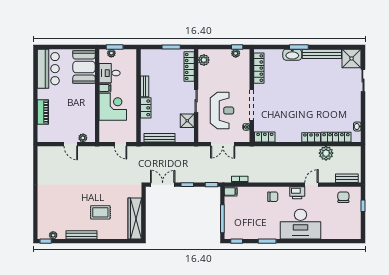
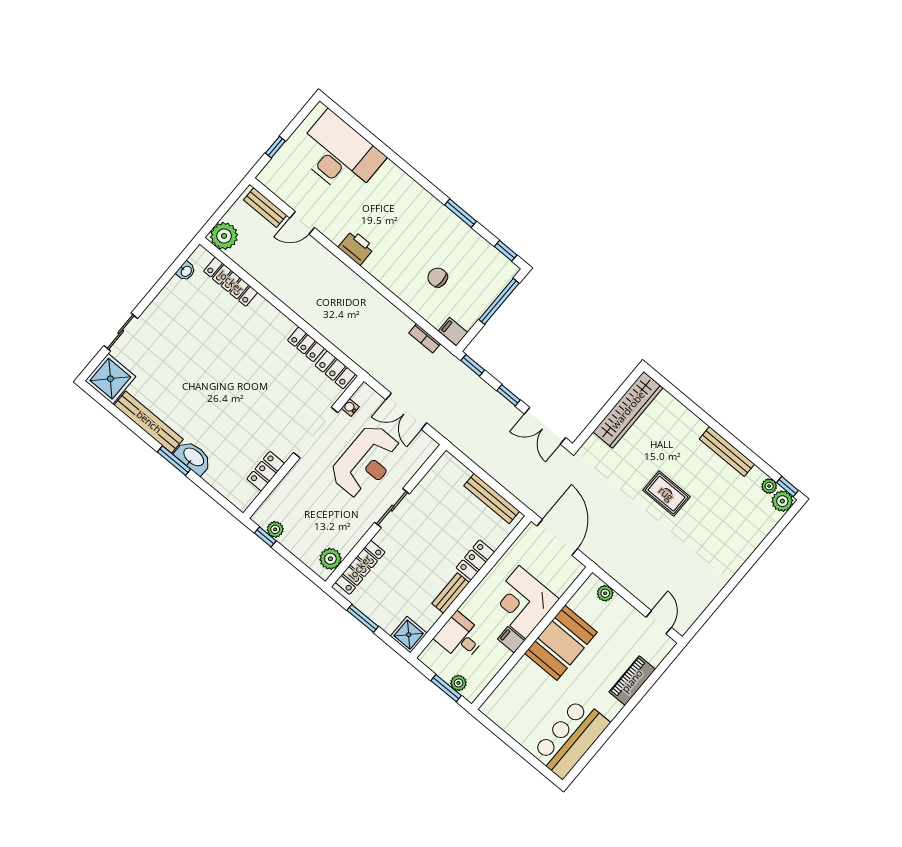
booth: (84, 67) -> (561, 643), moved
locker: (259, 68) -> (266, 471), width x0.66
desk: (110, 73) -> (460, 637), moved, turned 180
reception desk: (222, 111) -> (366, 462), turned 180
shower: (187, 121) -> (409, 635), moved
locker: (311, 137) -> (306, 344), moved
door: (71, 144) -> (659, 622), moved
door: (121, 144) -> (557, 537), width x1.87
double door: (223, 144) -> (406, 411), swing flipped
plant: (326, 153) -> (224, 236), moved
door: (312, 185) -> (302, 223), moved
chair: (273, 197) -> (438, 277), moved
chair: (343, 197) -> (294, 184), removed
rug: (100, 212) -> (666, 494), moved
desk: (300, 224) -> (340, 155), moved
plant: (43, 234) -> (782, 501), added

